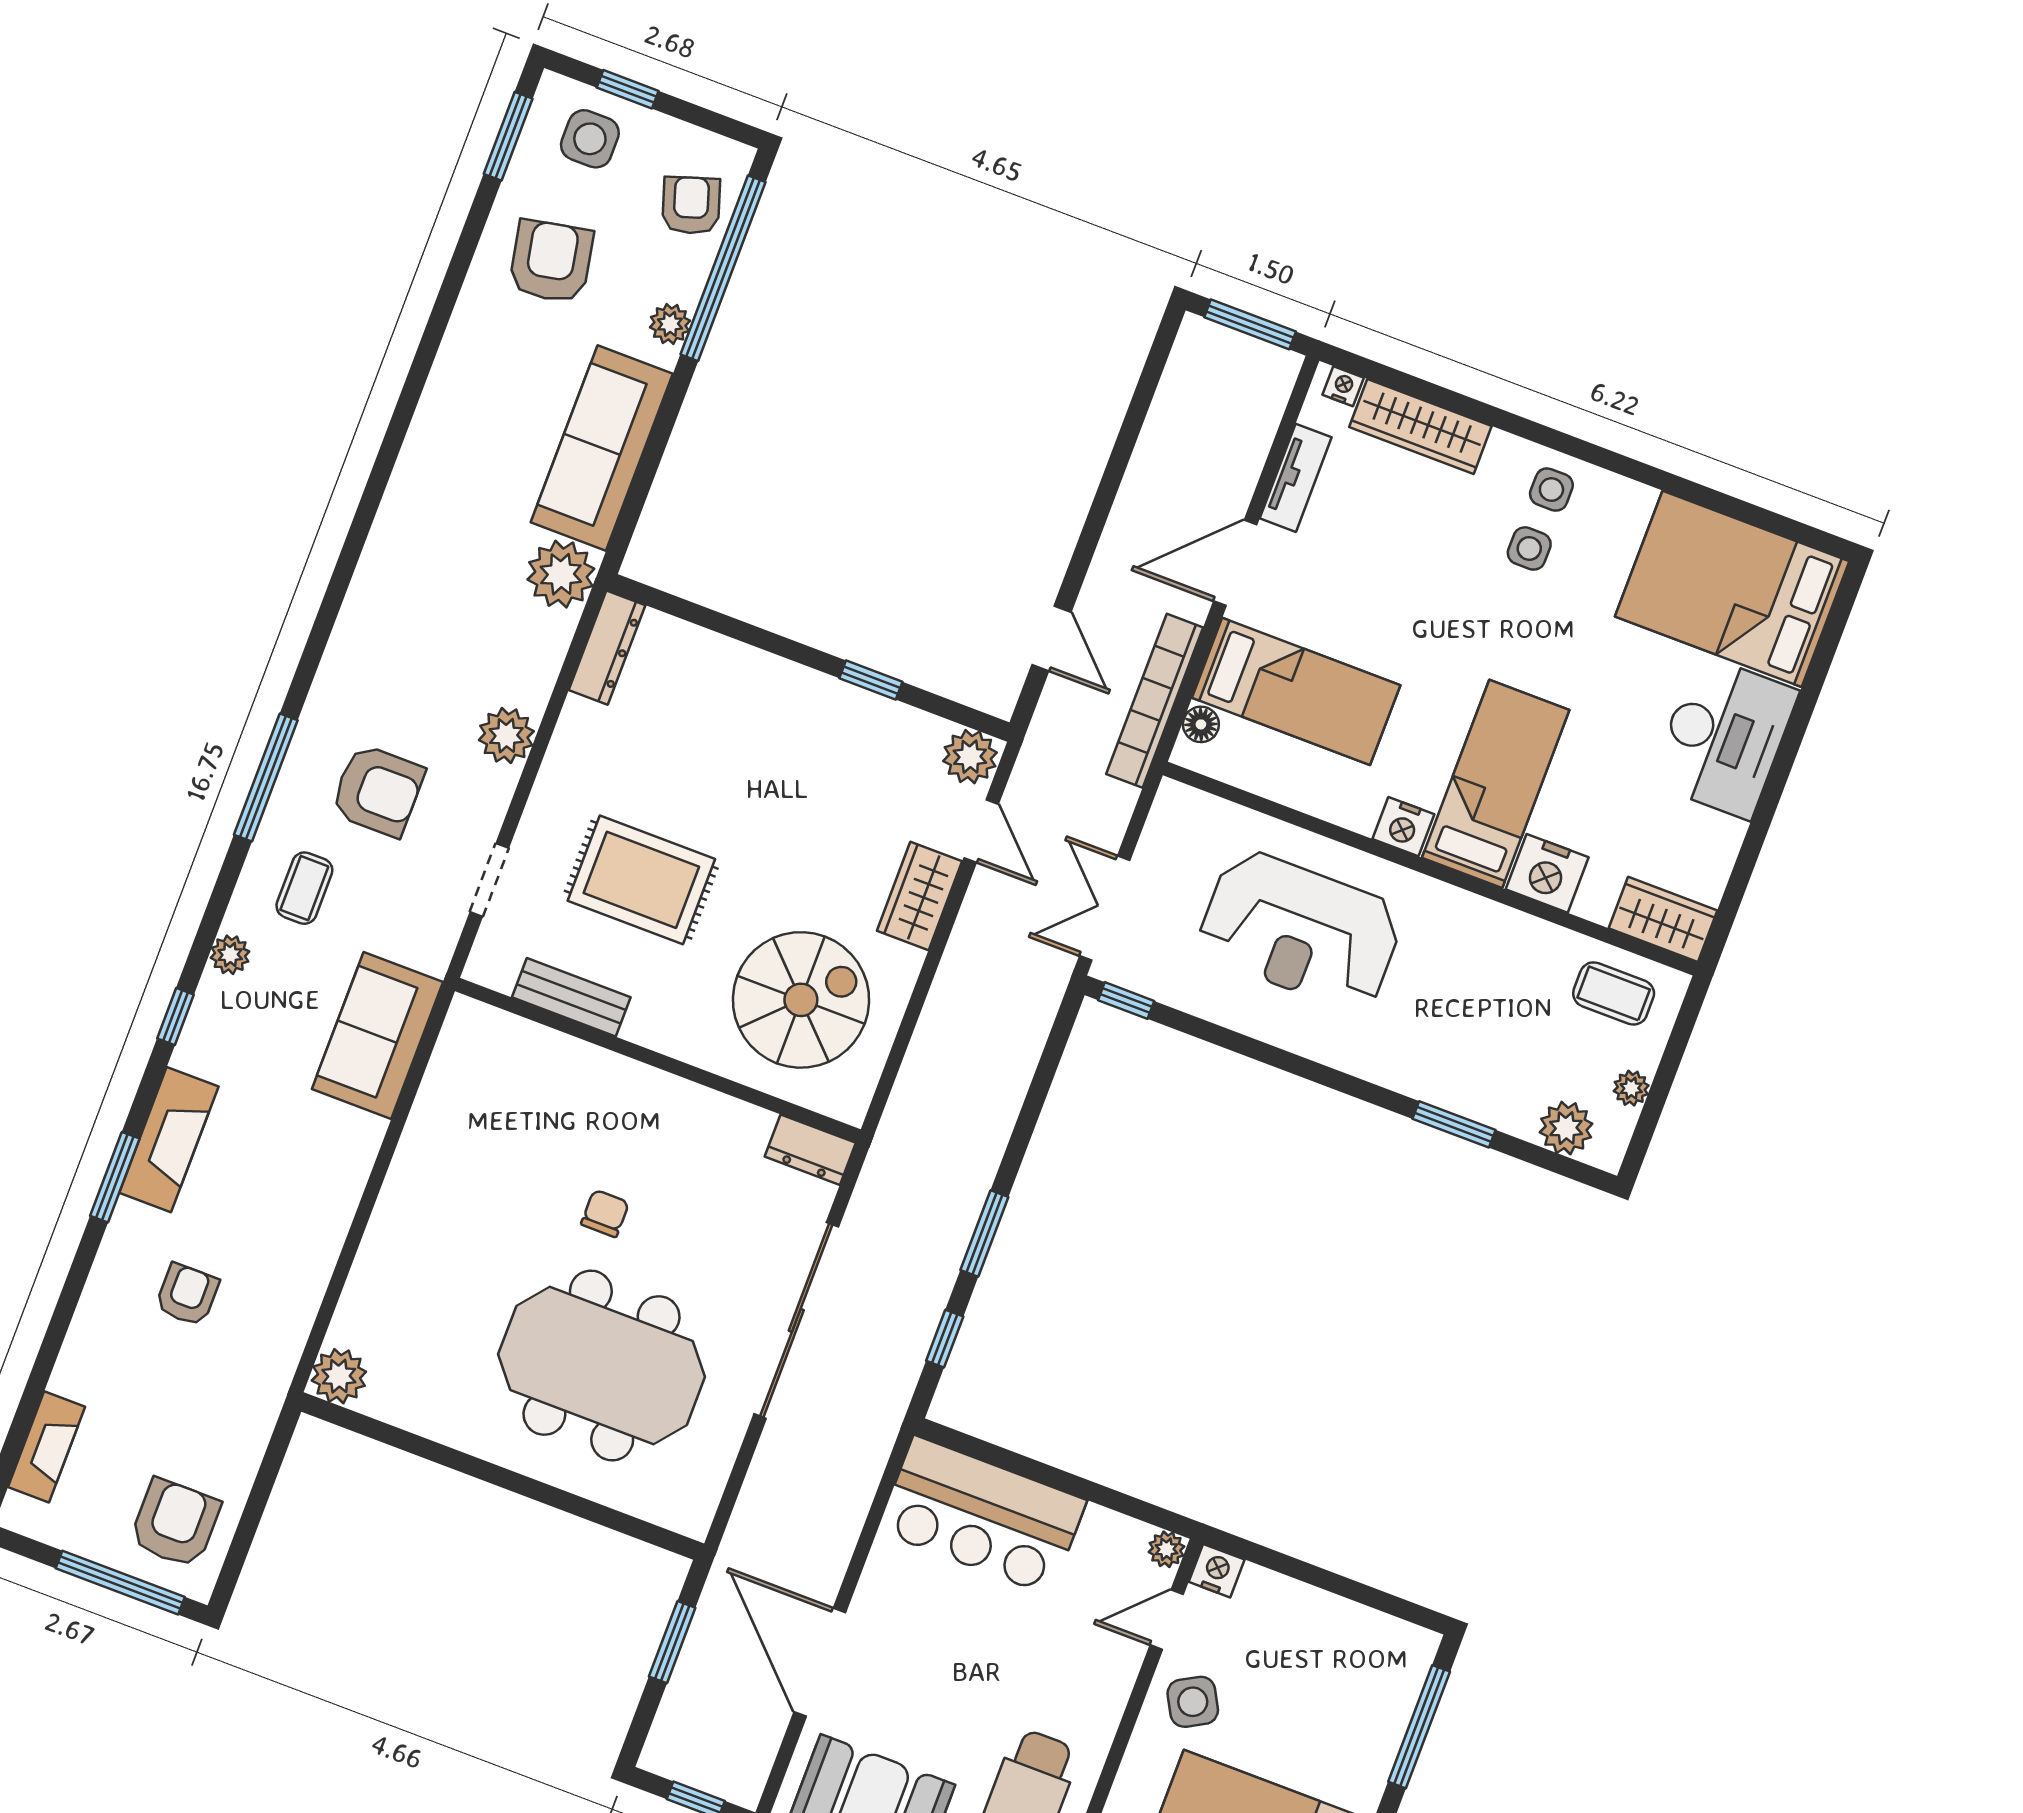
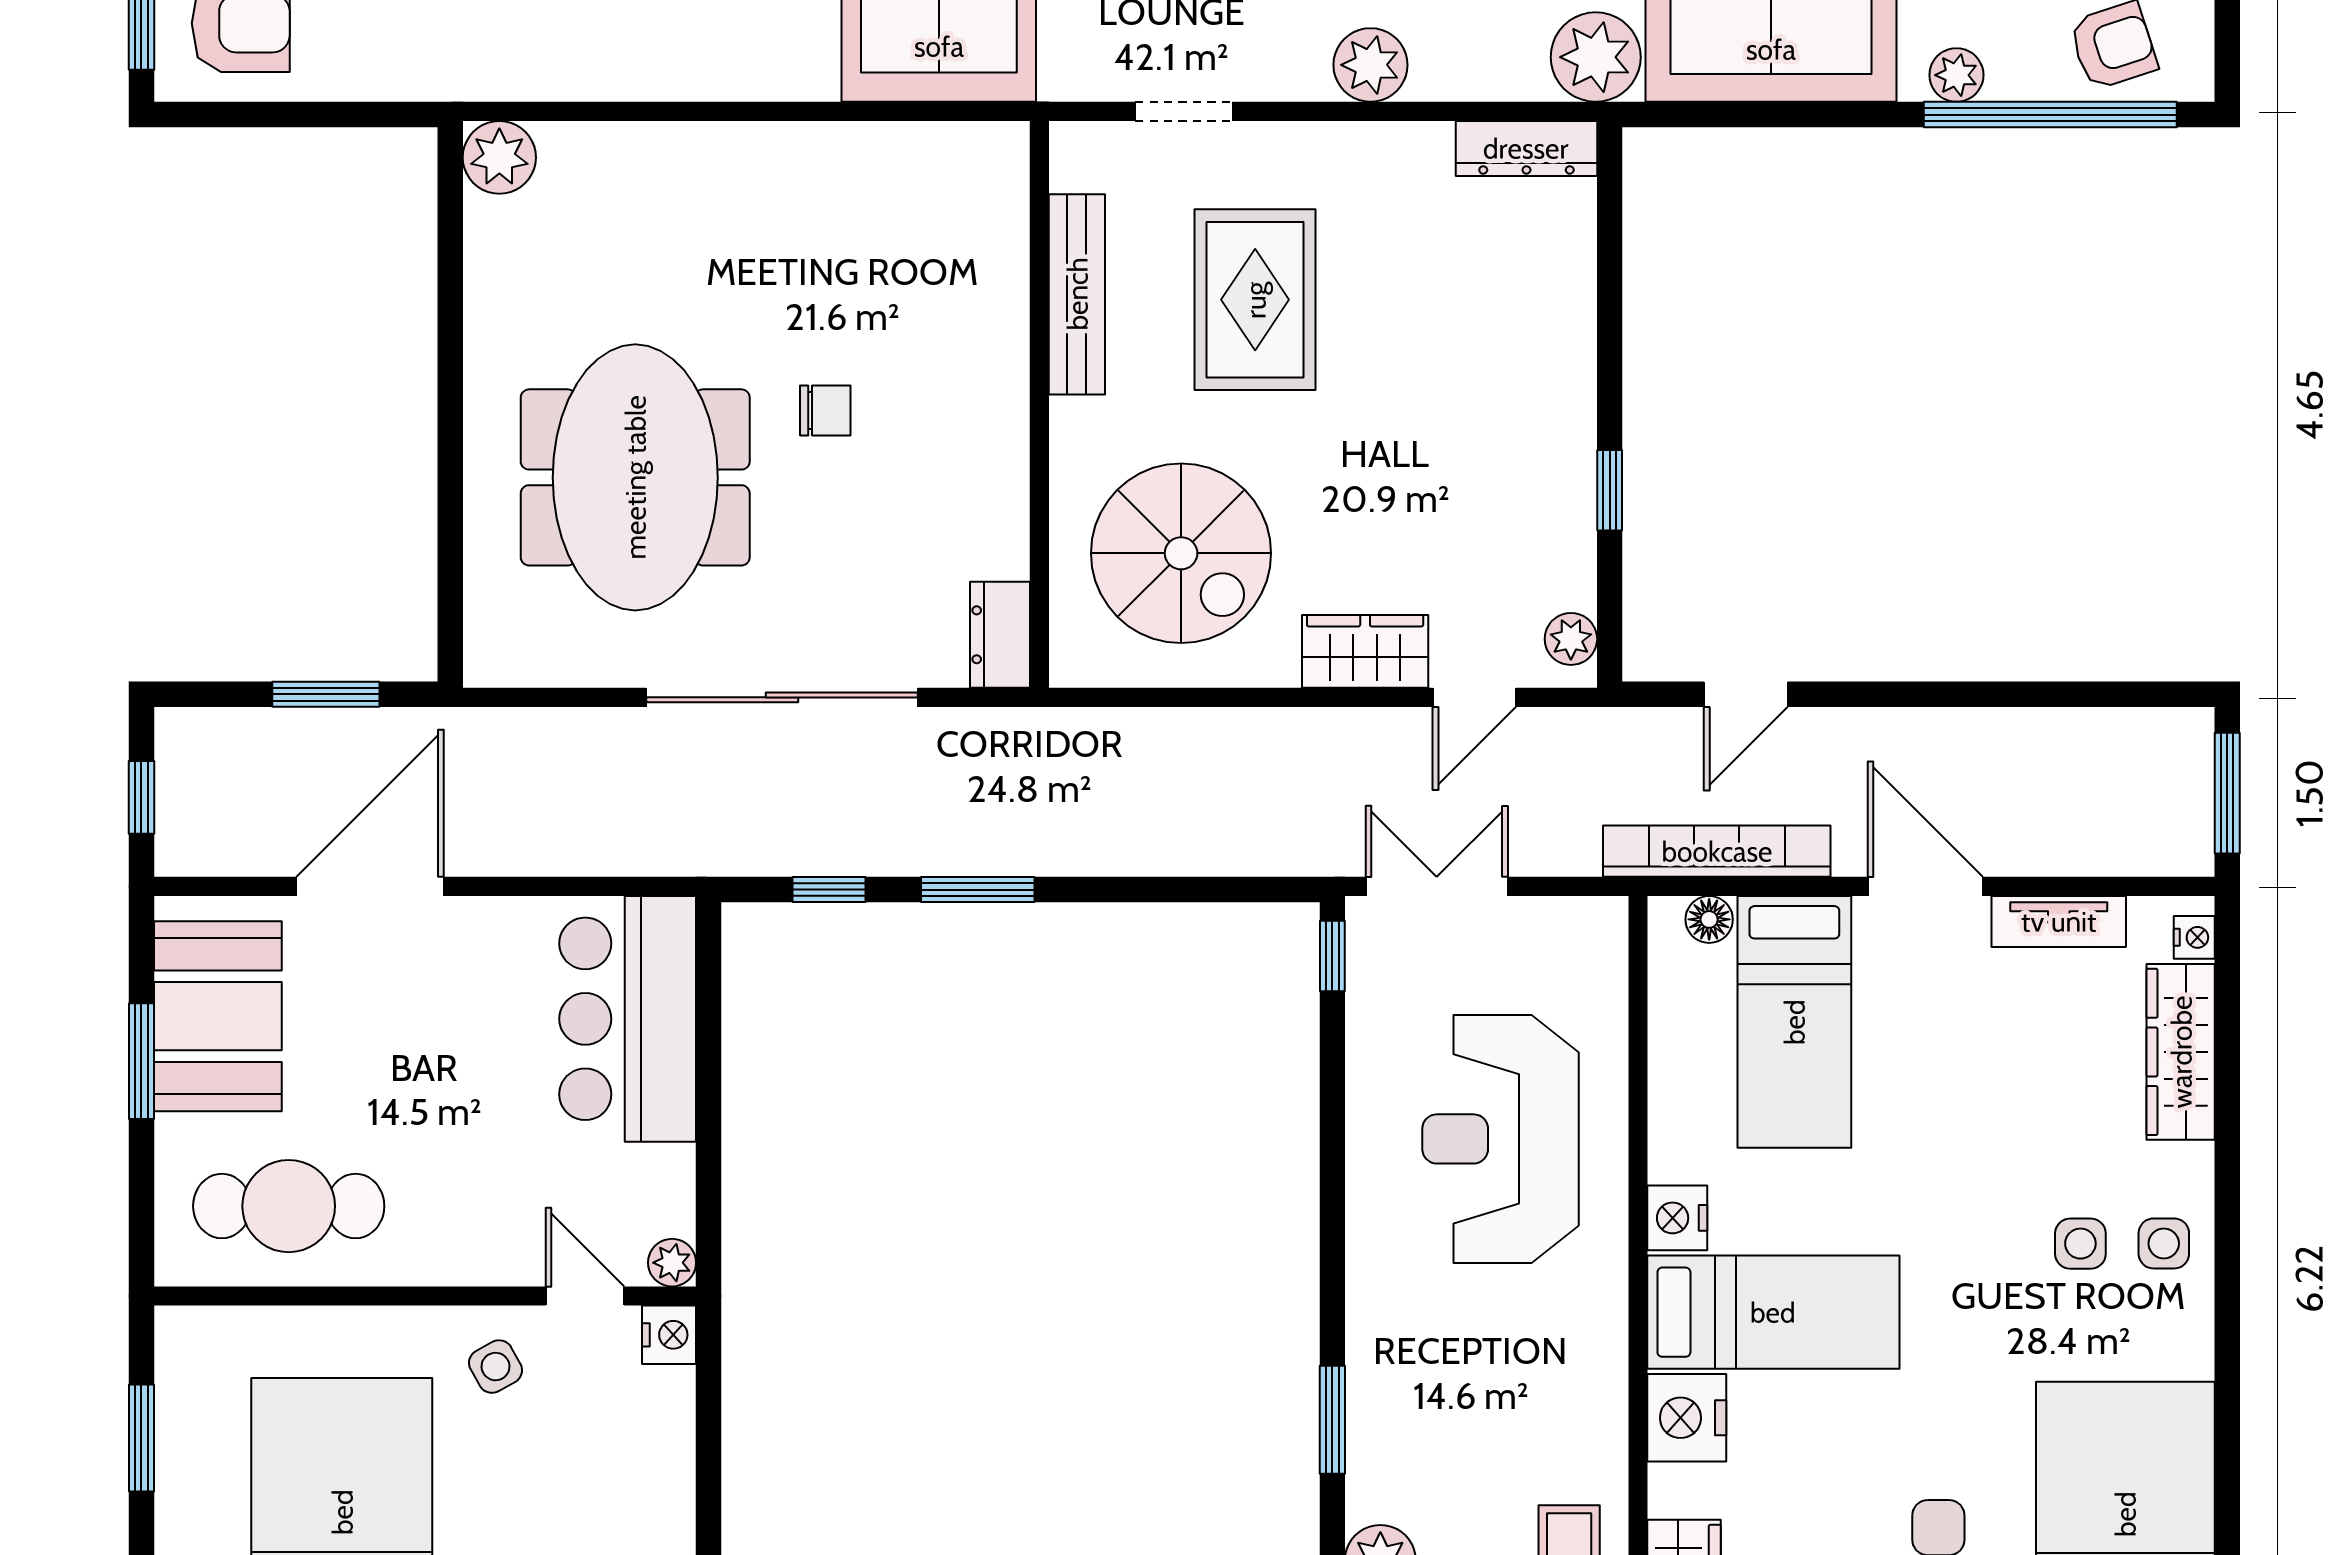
plant: (970, 757) -> (1571, 639), width x0.73, depth x0.73
bench: (571, 997) -> (1077, 294), width x1.36
side table: (1193, 1702) -> (496, 1367), width x0.73, depth x0.73

